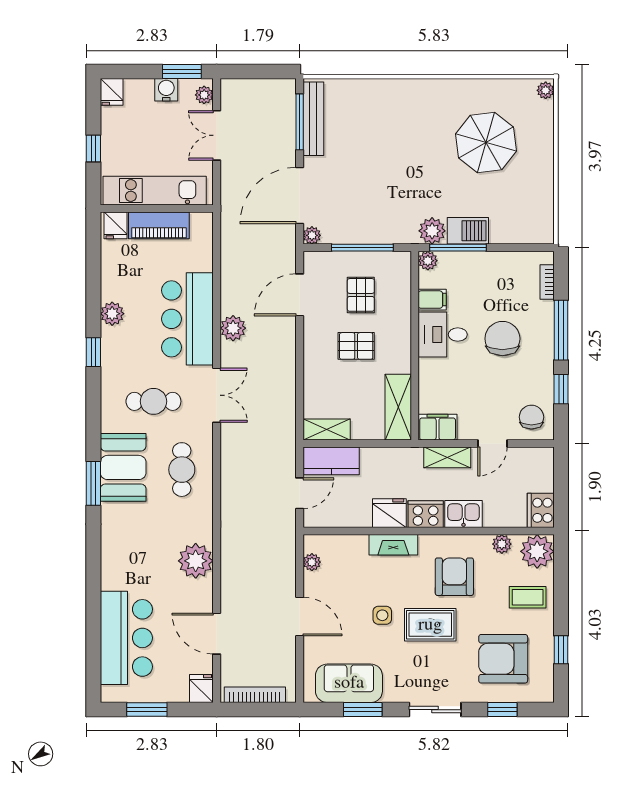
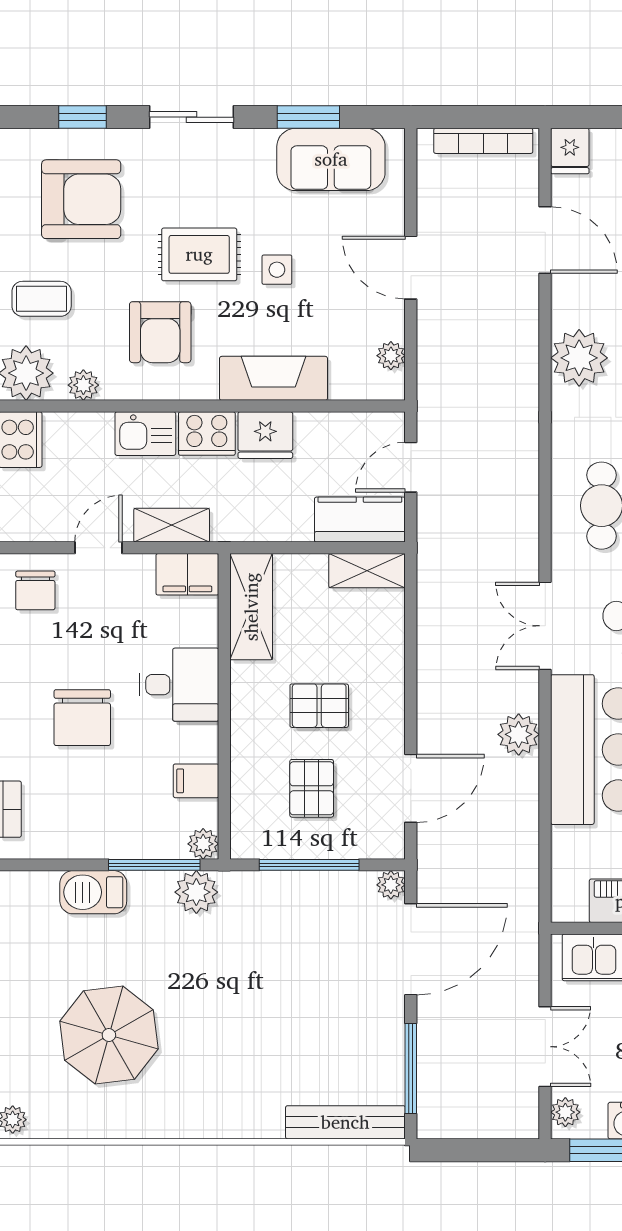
bench: (313, 119) -> (345, 1122), moved, turned 90
barbecue: (468, 231) -> (93, 892), moved
desk: (443, 335) -> (179, 685), moved
fireplace: (393, 545) -> (274, 378), width x1.37, depth x1.32

